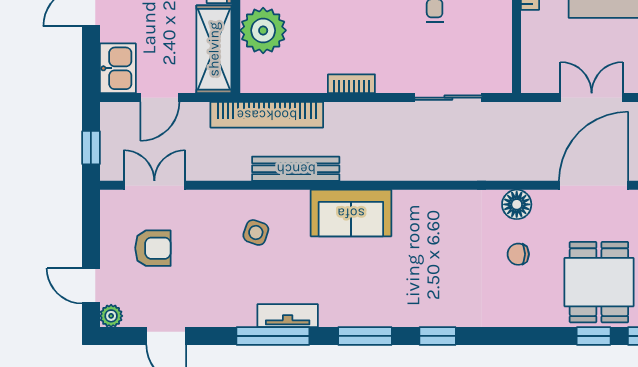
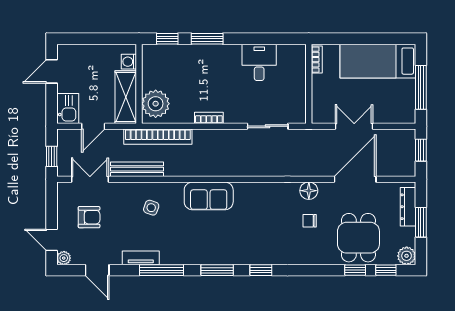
plant: (263, 30) -> (156, 104), moved
bench: (296, 169) -> (137, 169), moved
tv unit: (288, 316) -> (141, 258), moved

